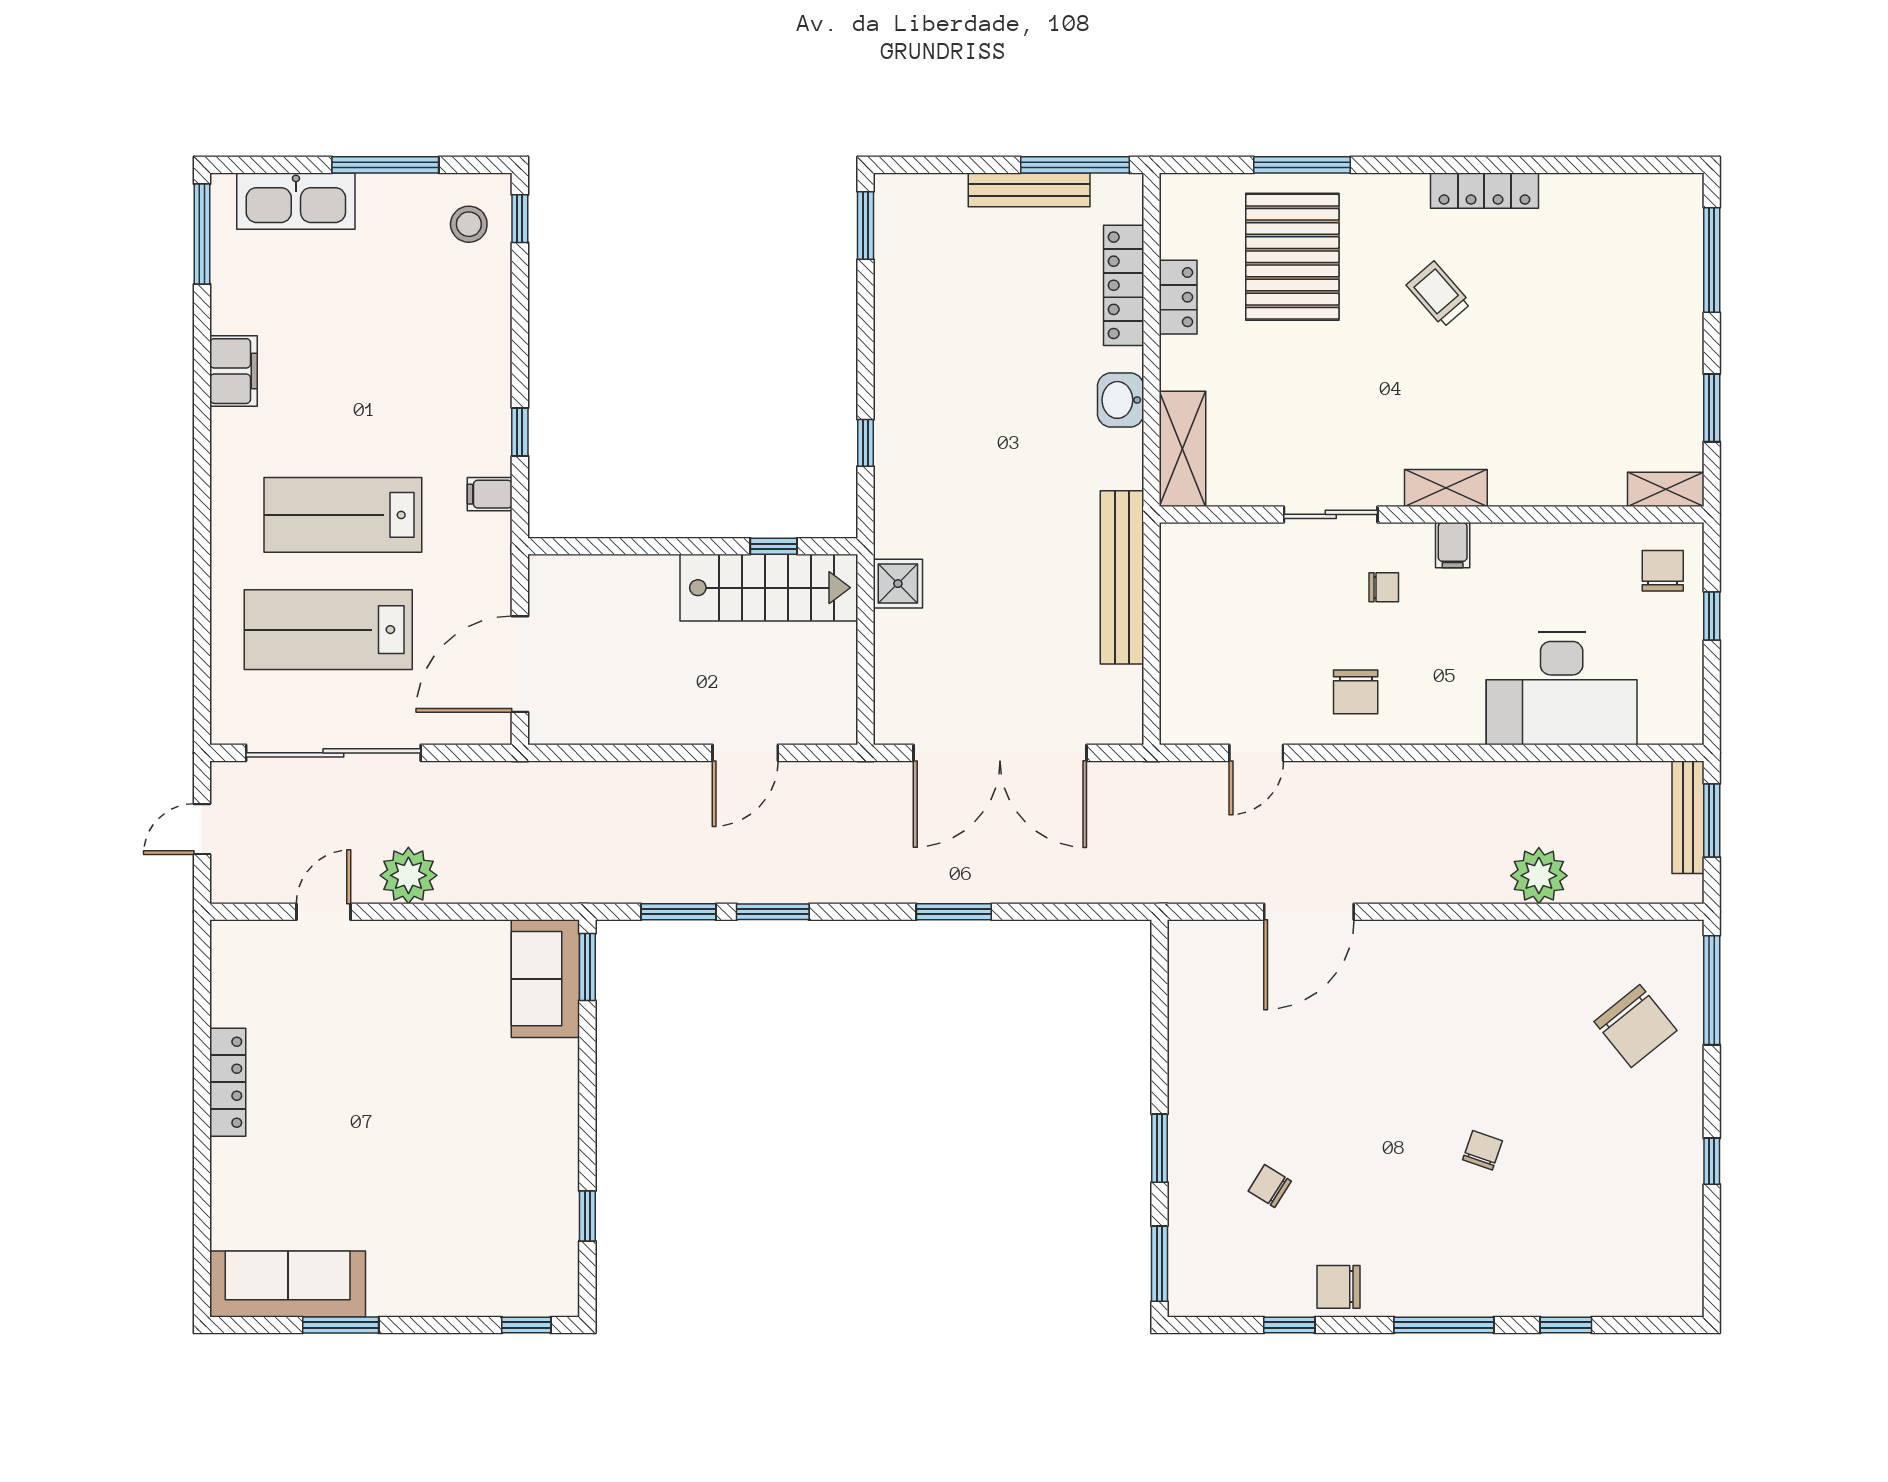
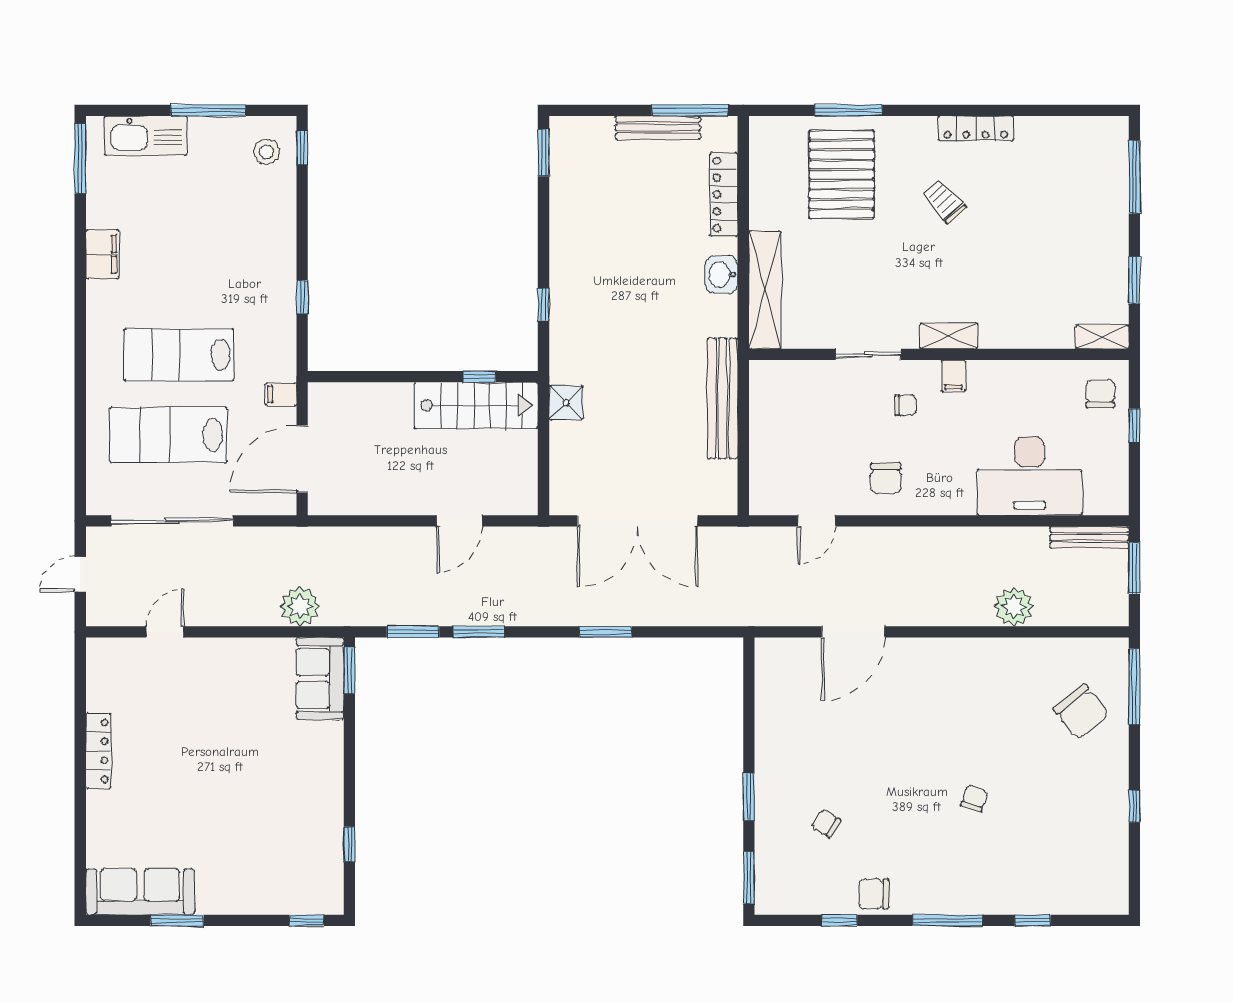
locker: (1178, 297) -> (762, 203), removed
shelving: (1183, 449) -> (765, 290), width x1.47
filing cabinet: (490, 494) -> (281, 394), moved
bench: (1688, 817) -> (1089, 537), moved, turned 90
plant: (408, 875) -> (300, 606), moved

